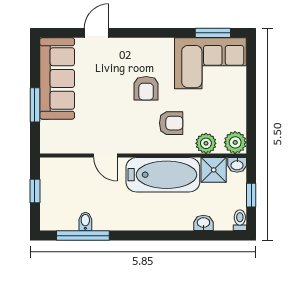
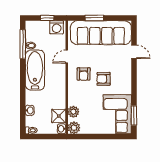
sofa: (57, 78) -> (101, 33), width x1.36, depth x1.27
armchair: (171, 123) -> (84, 74), moved
washing machine: (52, 174) -> (57, 27), added
bathtub: (163, 175) -> (35, 70), moved, turned 180
window: (251, 195) -> (45, 137), removed

